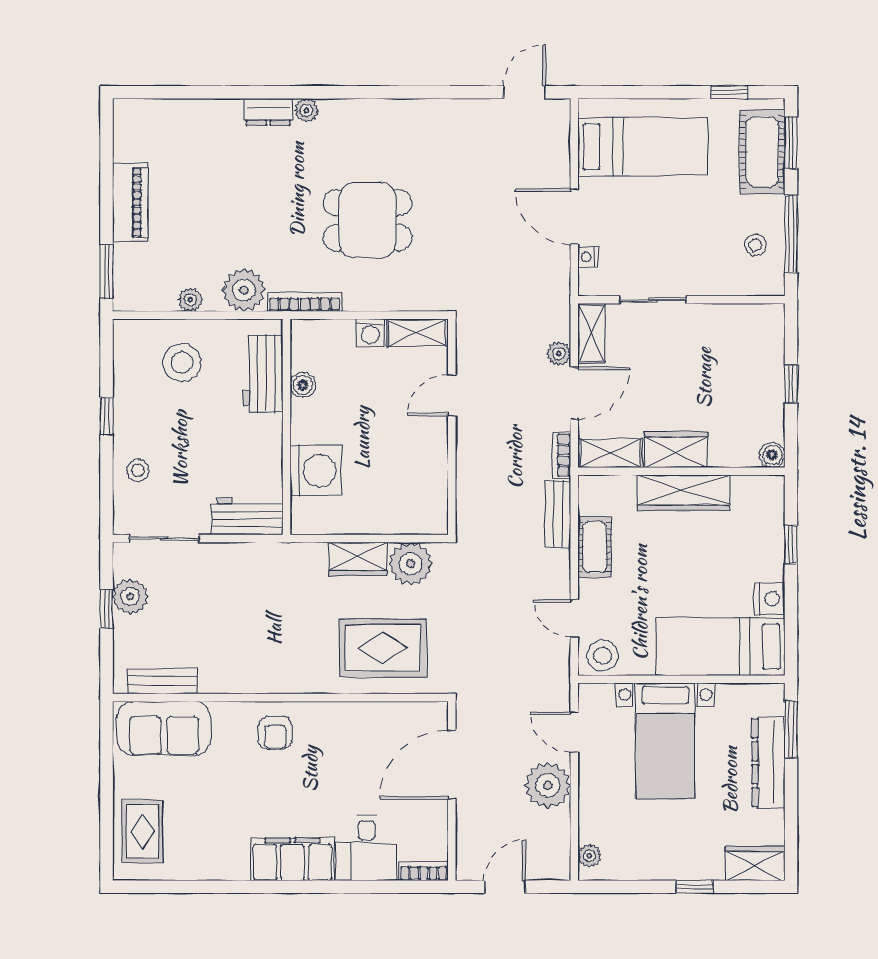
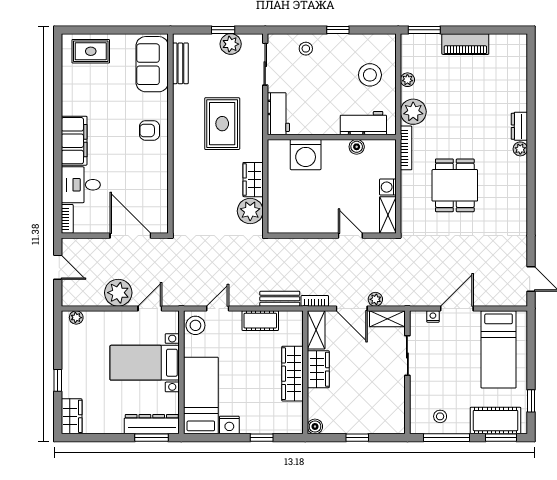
rug: (383, 648) -> (222, 124), moved
dresser: (768, 763) -> (152, 424), moved

